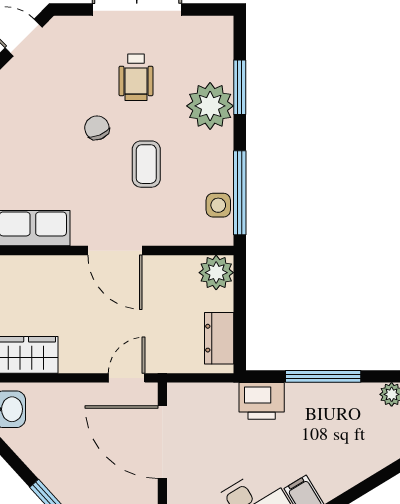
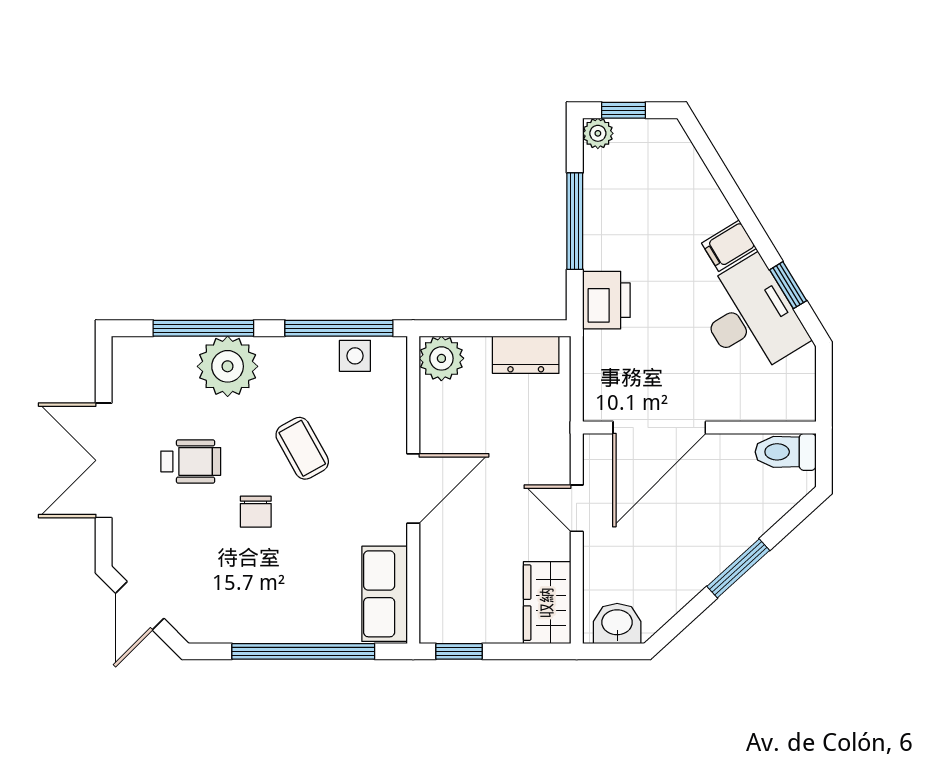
window: (240, 87) -> (203, 328), width x1.44
chair: (97, 128) -> (256, 512), turned -67
coffee table: (146, 164) -> (302, 448), turned 61
door: (127, 378) -> (577, 508), moved

